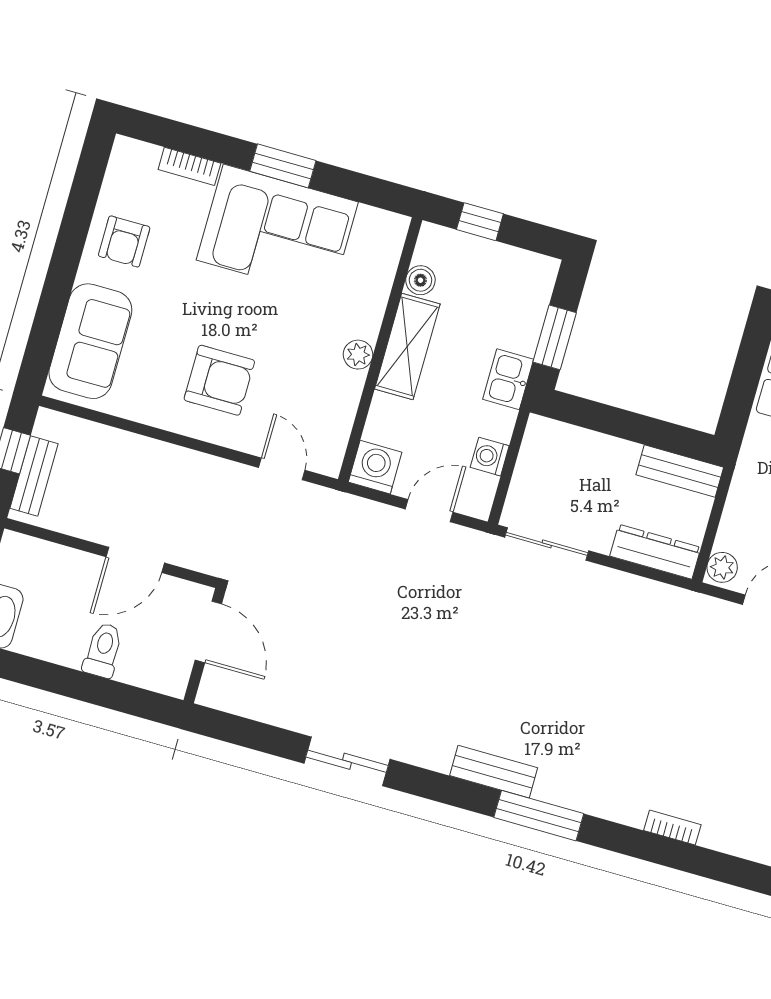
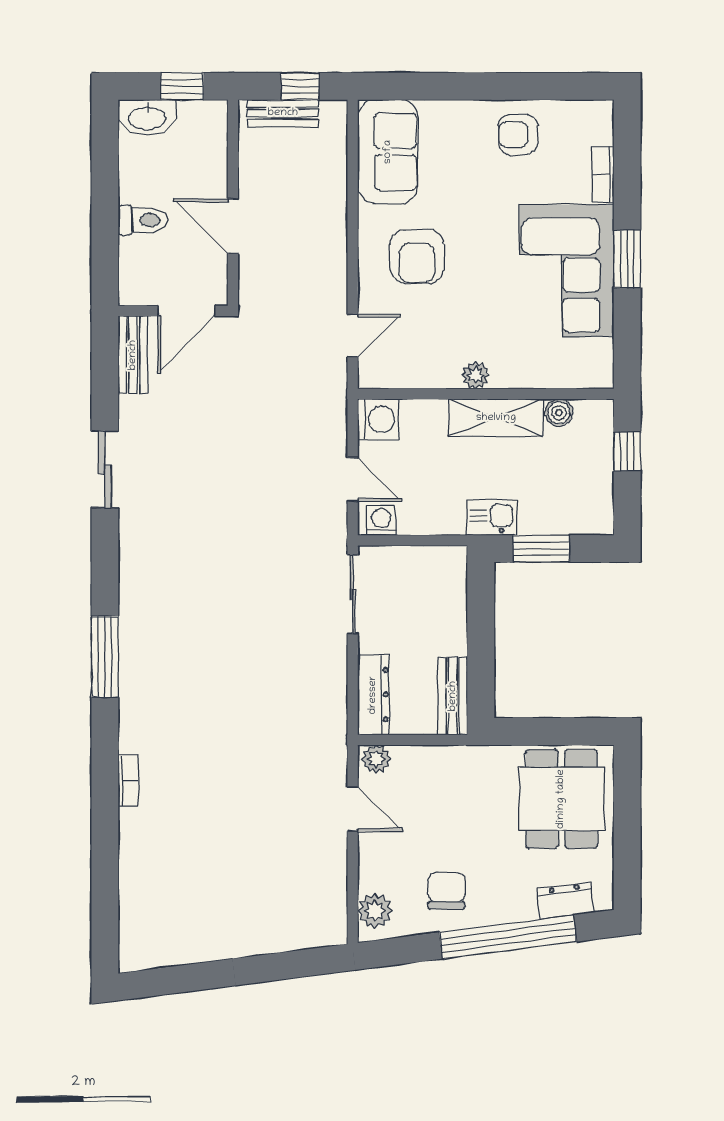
sofa: (90, 341) -> (388, 152), moved, turned -90
washing machine: (490, 457) -> (381, 520), moved
bench: (494, 772) -> (133, 355), moved

